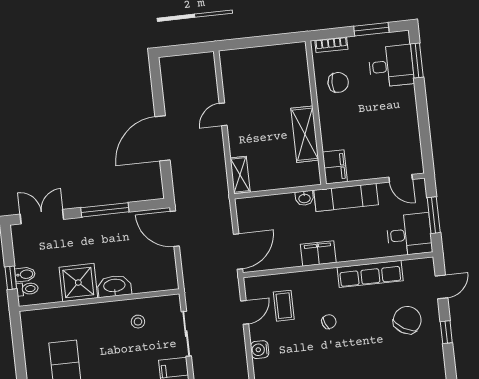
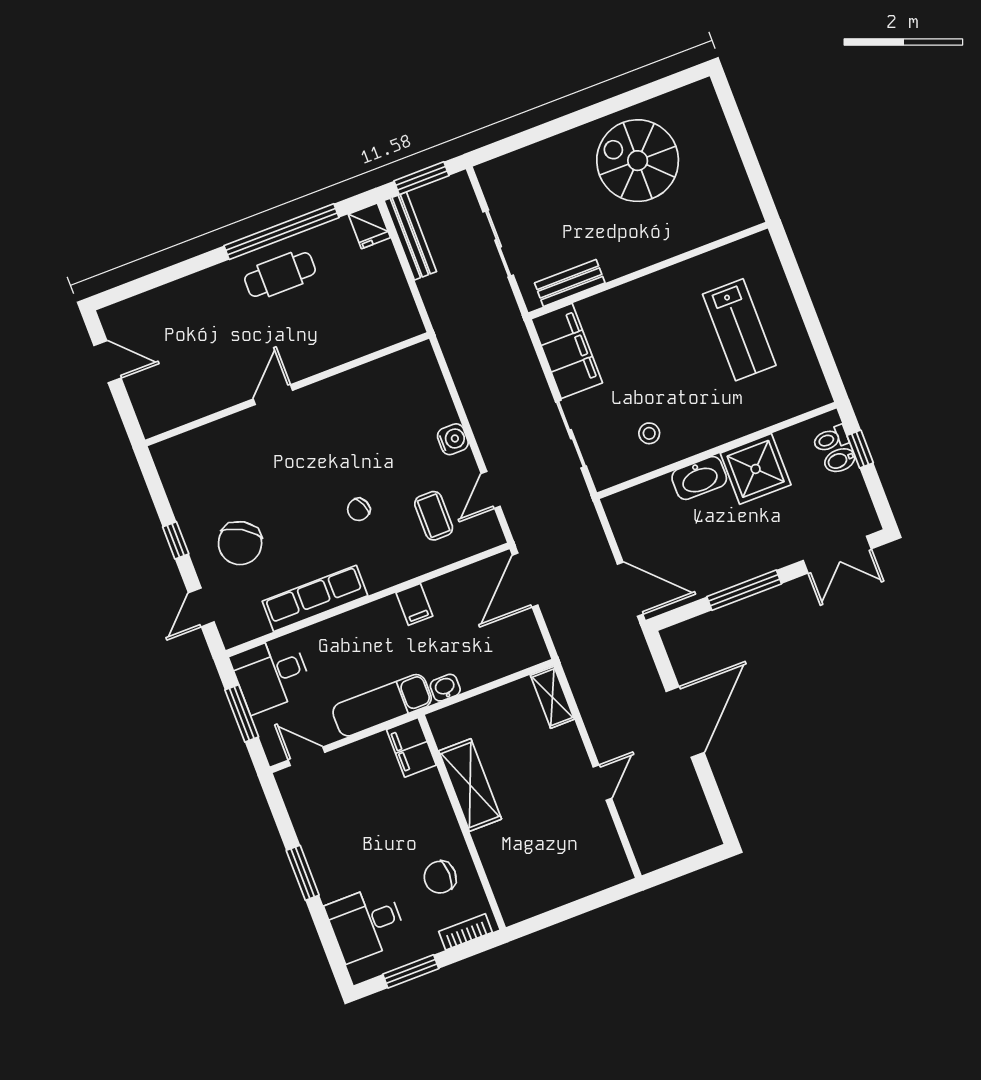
window: (417, 60) -> (303, 873), moved
filing cabinet: (318, 253) -> (414, 604), width x0.50

